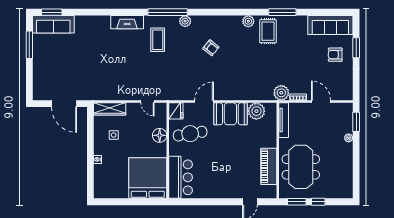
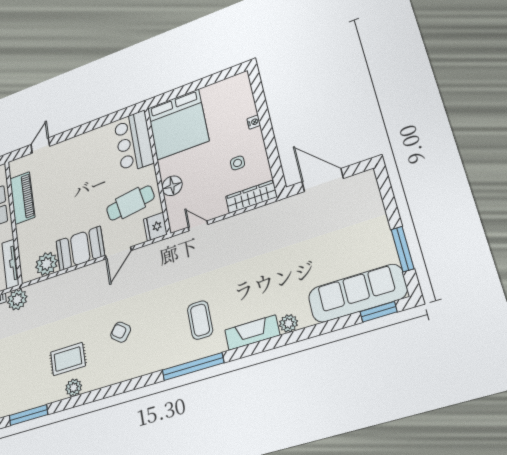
plant: (185, 21) -> (289, 323), moved
sofa: (53, 24) -> (357, 293), width x1.36, depth x1.27
rug: (268, 31) -> (68, 359), moved, turned 90

